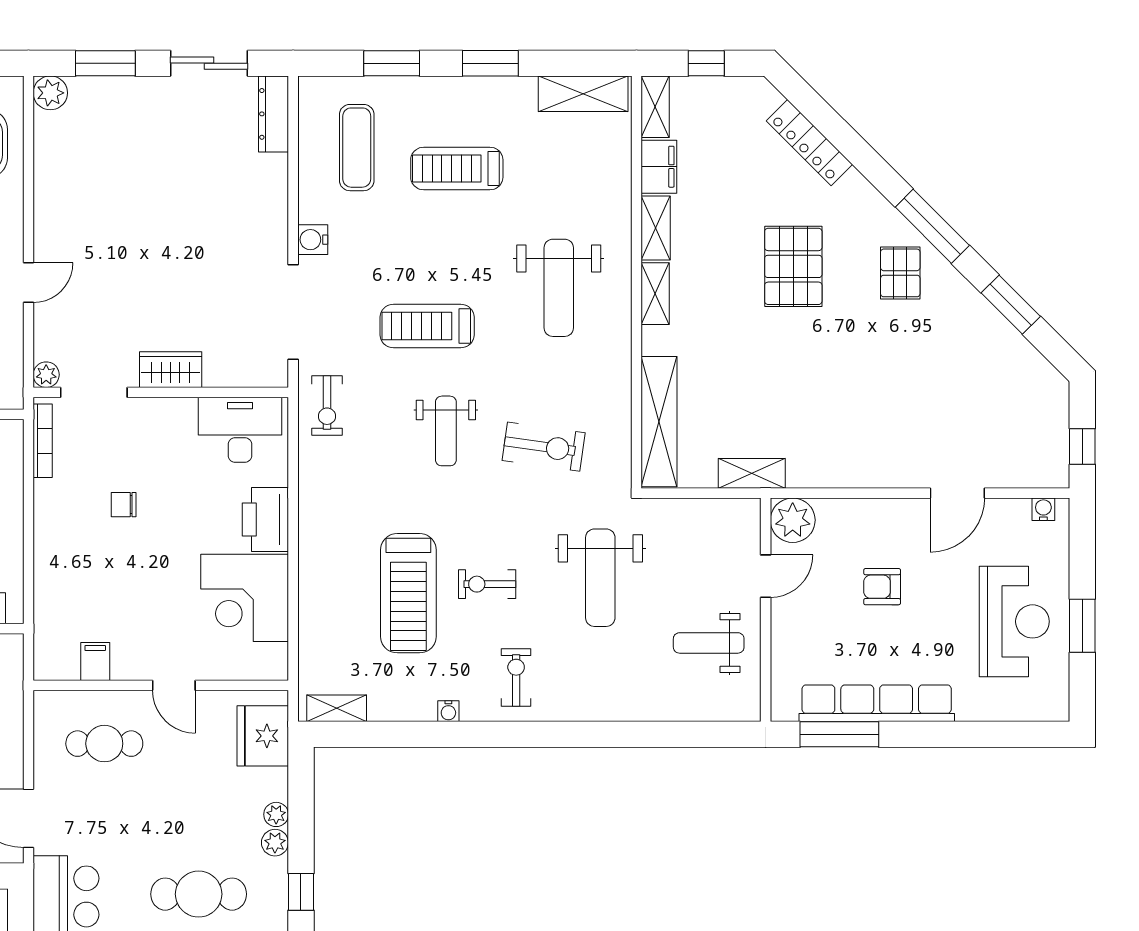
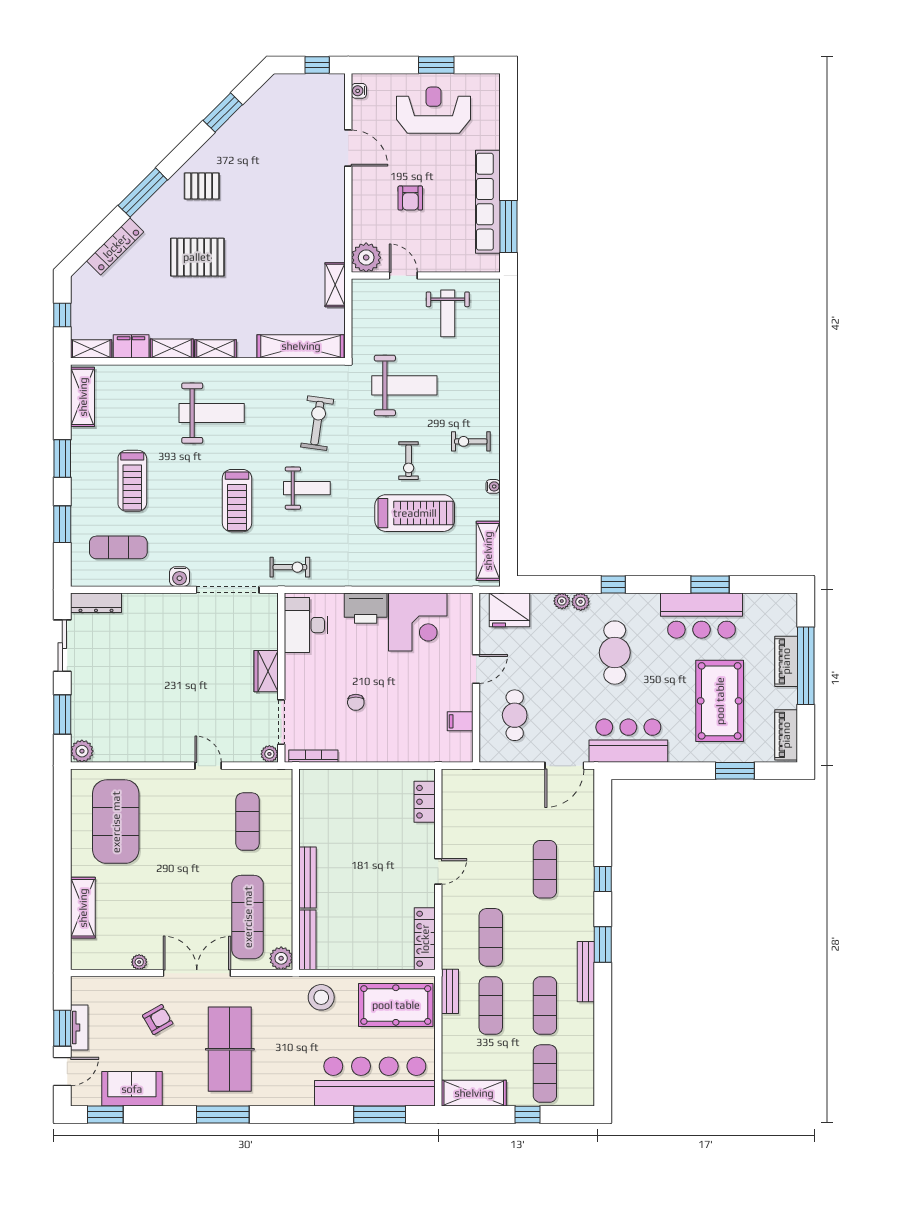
window: (932, 226) -> (143, 193), moved
shelving: (337, 708) -> (488, 551), width x1.50, depth x1.33

